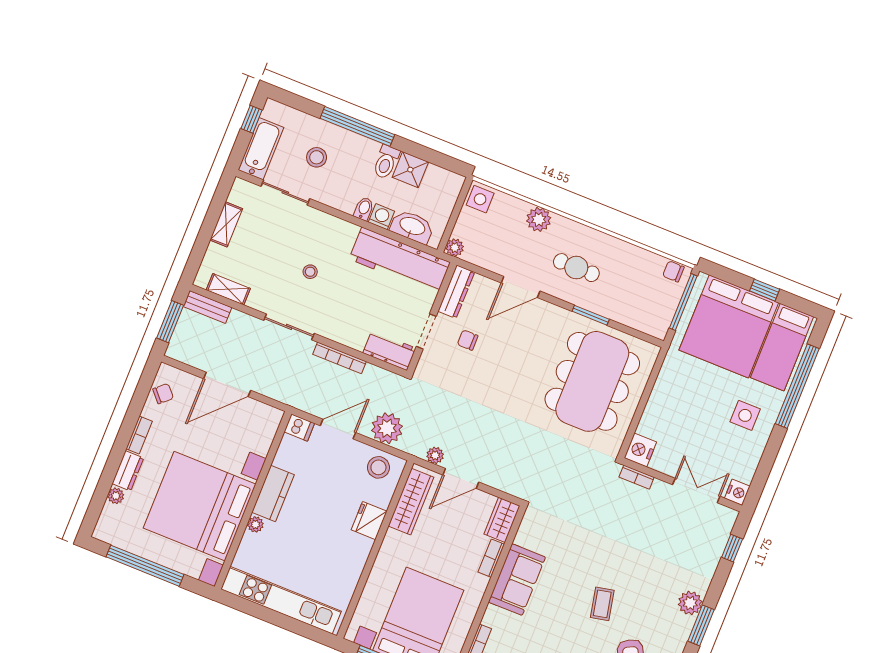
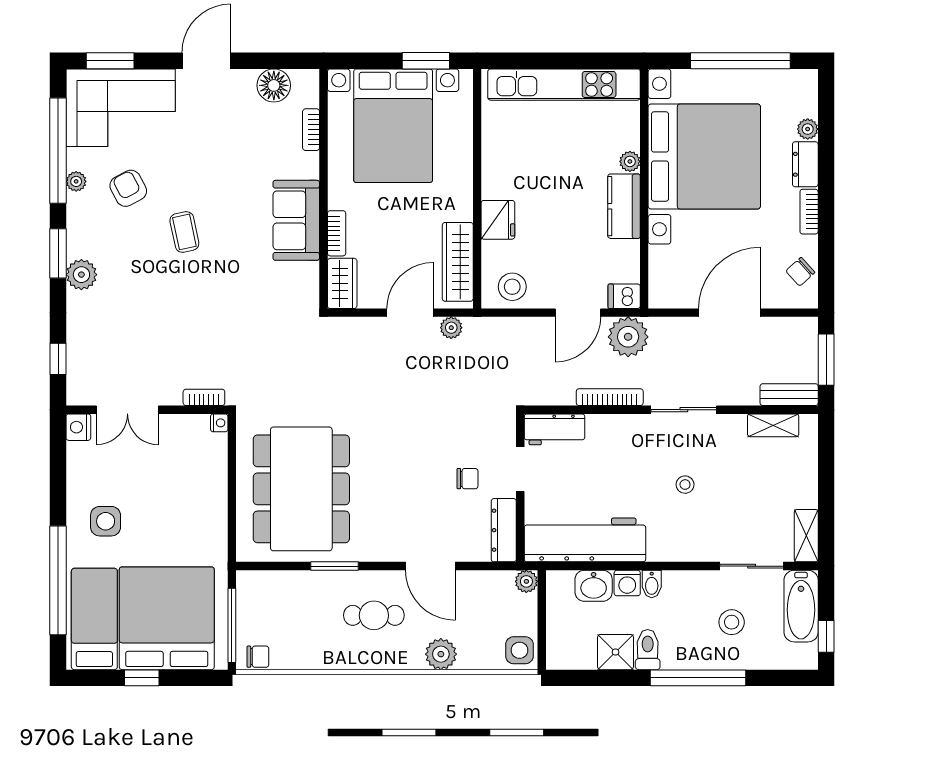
shelving: (226, 224) -> (806, 536), moved
washbasin: (412, 227) -> (594, 586), width x0.72
door: (521, 287) -> (430, 566), swing flipped
plant: (387, 428) -> (628, 337), moved
nightstand: (640, 450) -> (219, 423), width x0.53, depth x0.56

